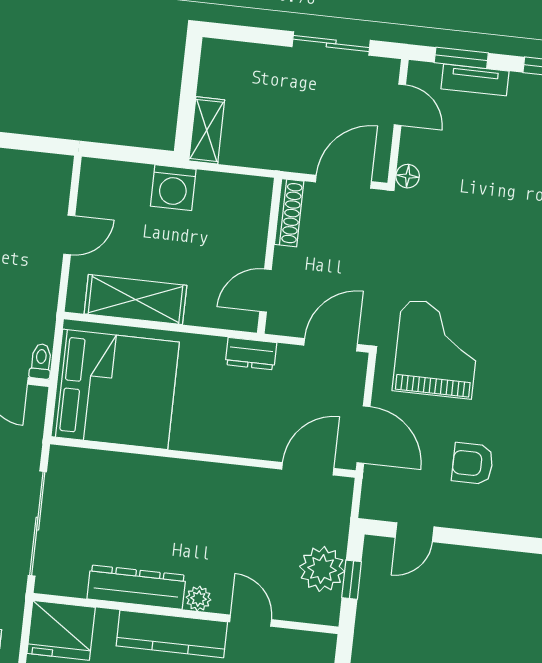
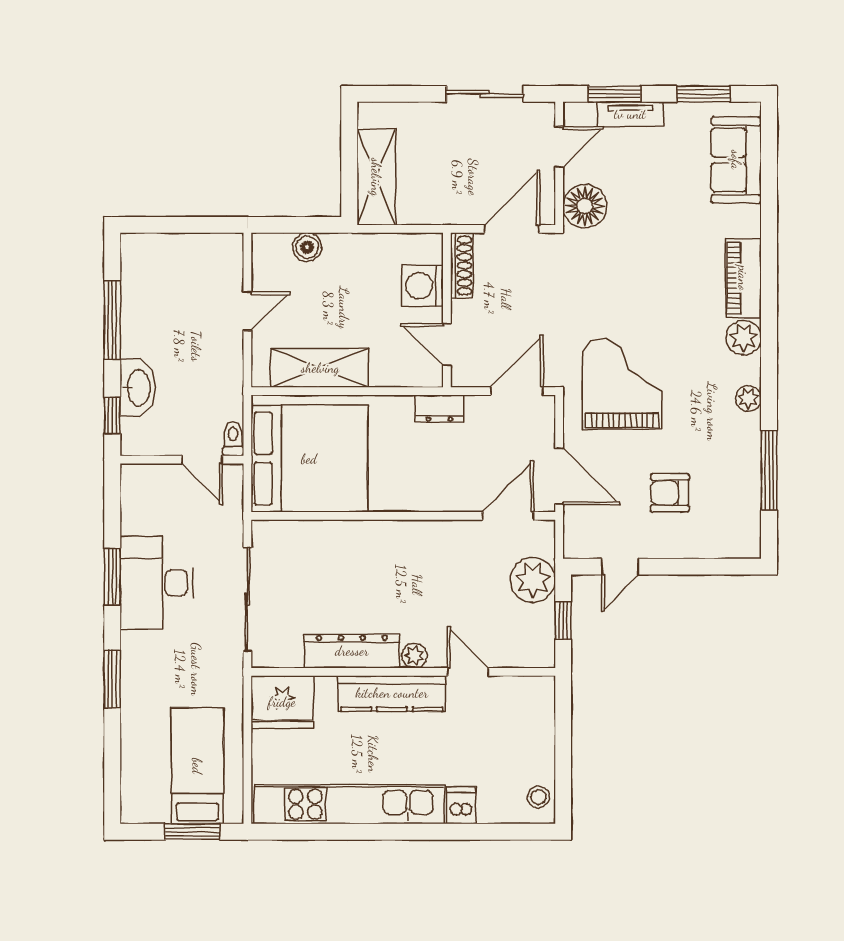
door: (400, 105) -> (559, 147), hinge flipped
shelving: (207, 130) -> (376, 177), width x1.50, depth x1.33
floor lamp: (408, 176) -> (585, 206), width x1.89, depth x1.89
boiler: (136, 177) -> (307, 247), added
washing machine: (173, 188) -> (423, 286), moved, turned 90
door: (266, 290) -> (447, 345), hinge flipped
plant: (322, 569) -> (533, 580), moved

